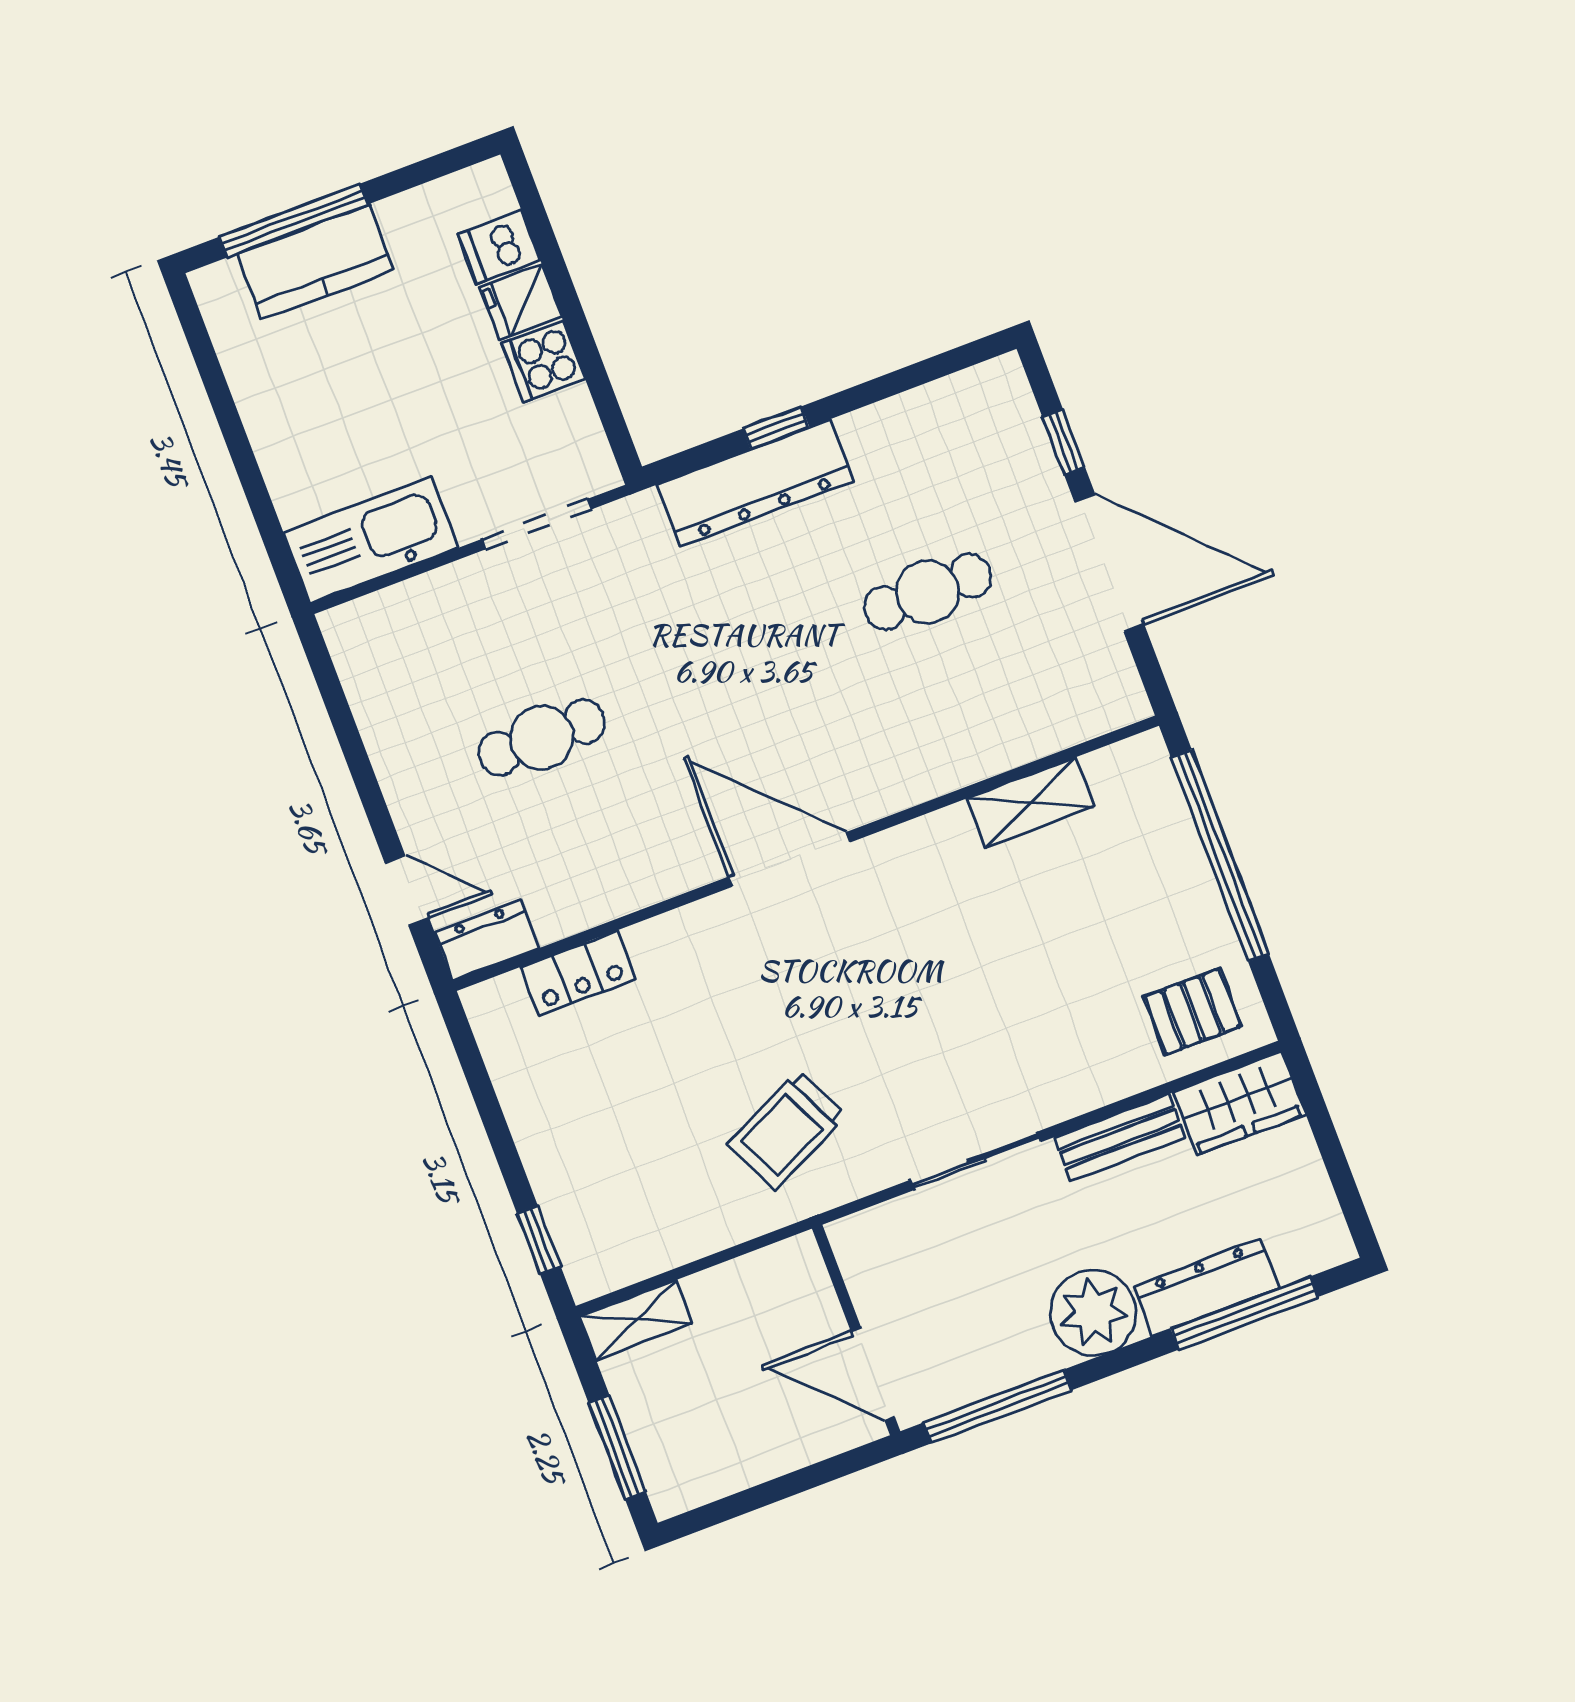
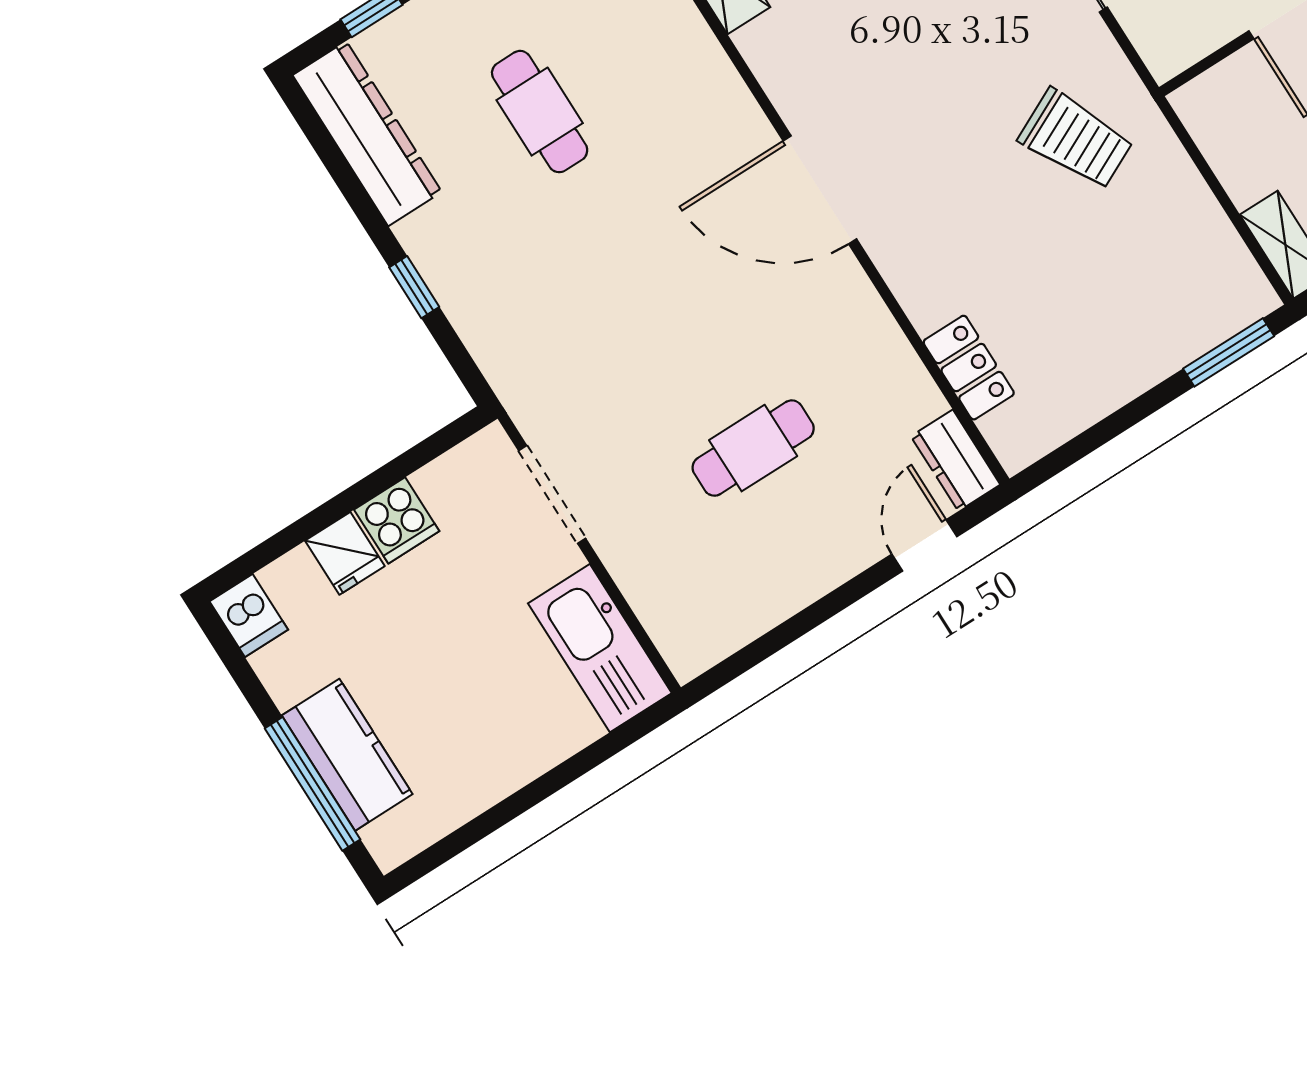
dishwasher: (499, 247) -> (249, 615), moved
dresser: (755, 483) -> (367, 134), moved
cafe table: (542, 738) -> (753, 448), turned 90
door: (789, 859) -> (820, 190), hinge flipped
window: (539, 1240) -> (1229, 352), width x1.50

